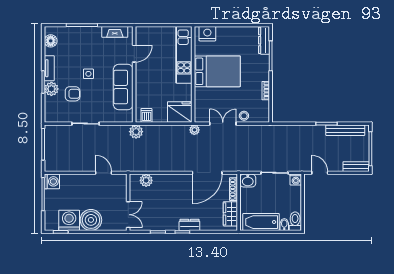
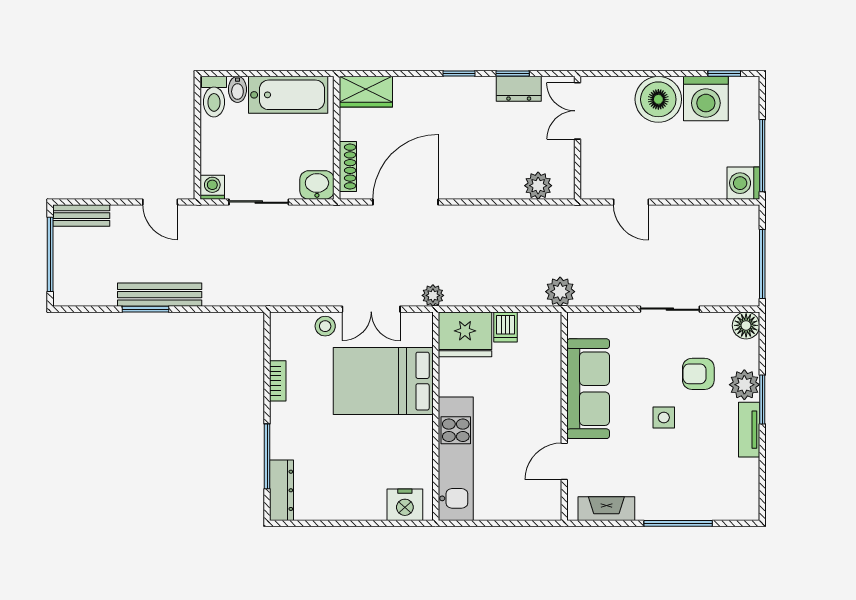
floor lamp: (51, 41) -> (746, 325), moved
bed: (217, 71) -> (383, 381), moved
dishwasher: (146, 115) -> (506, 327), moved
bench: (345, 130) -> (160, 295), moved
wardrobe: (230, 214) -> (366, 92), moved, turned 90
dresser: (189, 225) -> (519, 89), moved

